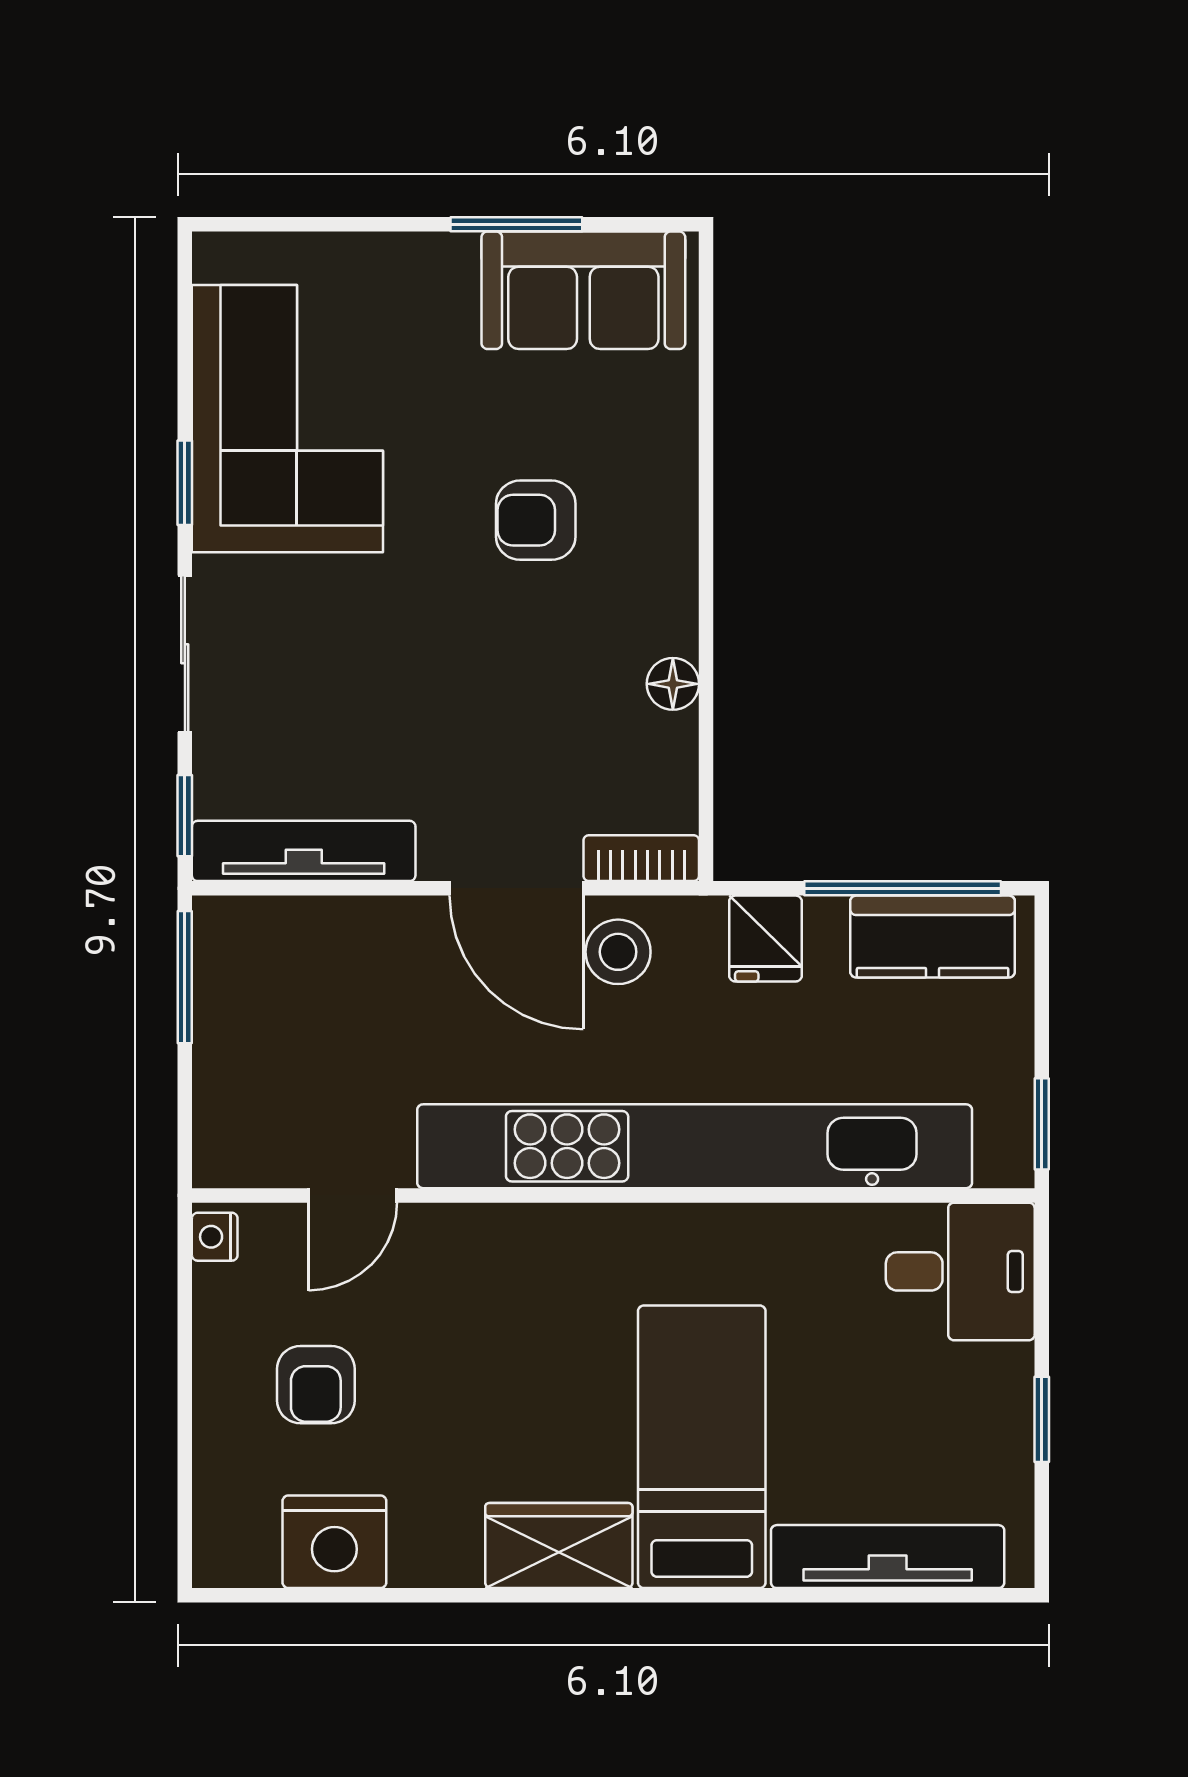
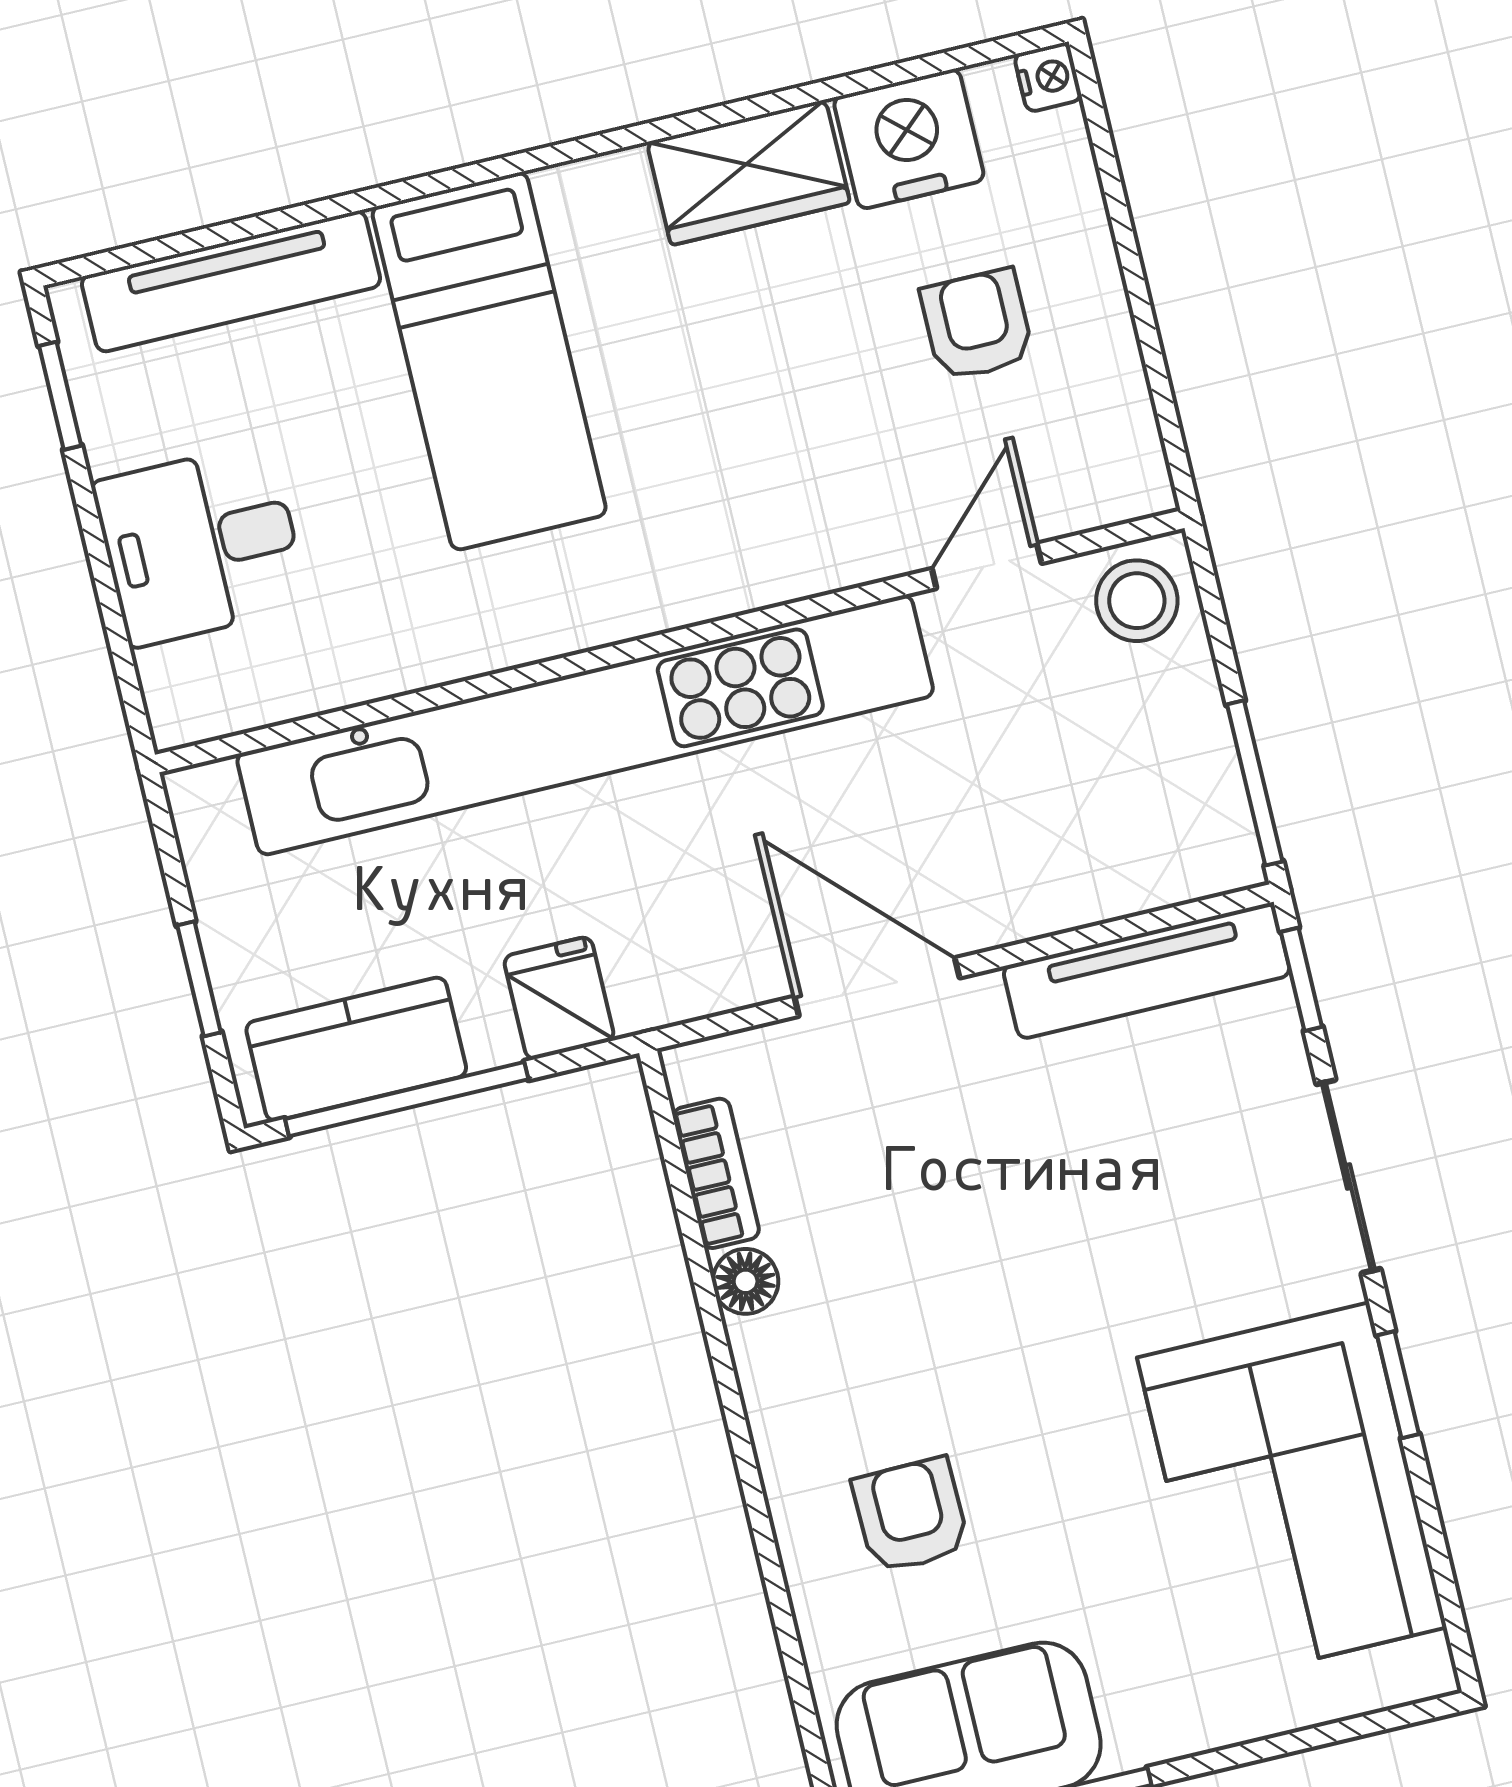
armchair: (536, 520) -> (911, 1515), moved, turned -91
bookcase: (641, 858) -> (716, 1173), moved, turned -90
stool: (618, 952) -> (1137, 601), moved
window: (1042, 1124) -> (199, 979), moved
nightstand: (215, 1237) -> (1048, 77), moved
desk: (960, 1271) -> (200, 545), moved
window: (1042, 1419) -> (60, 396), moved
wardrobe: (559, 1545) -> (748, 172), moved

